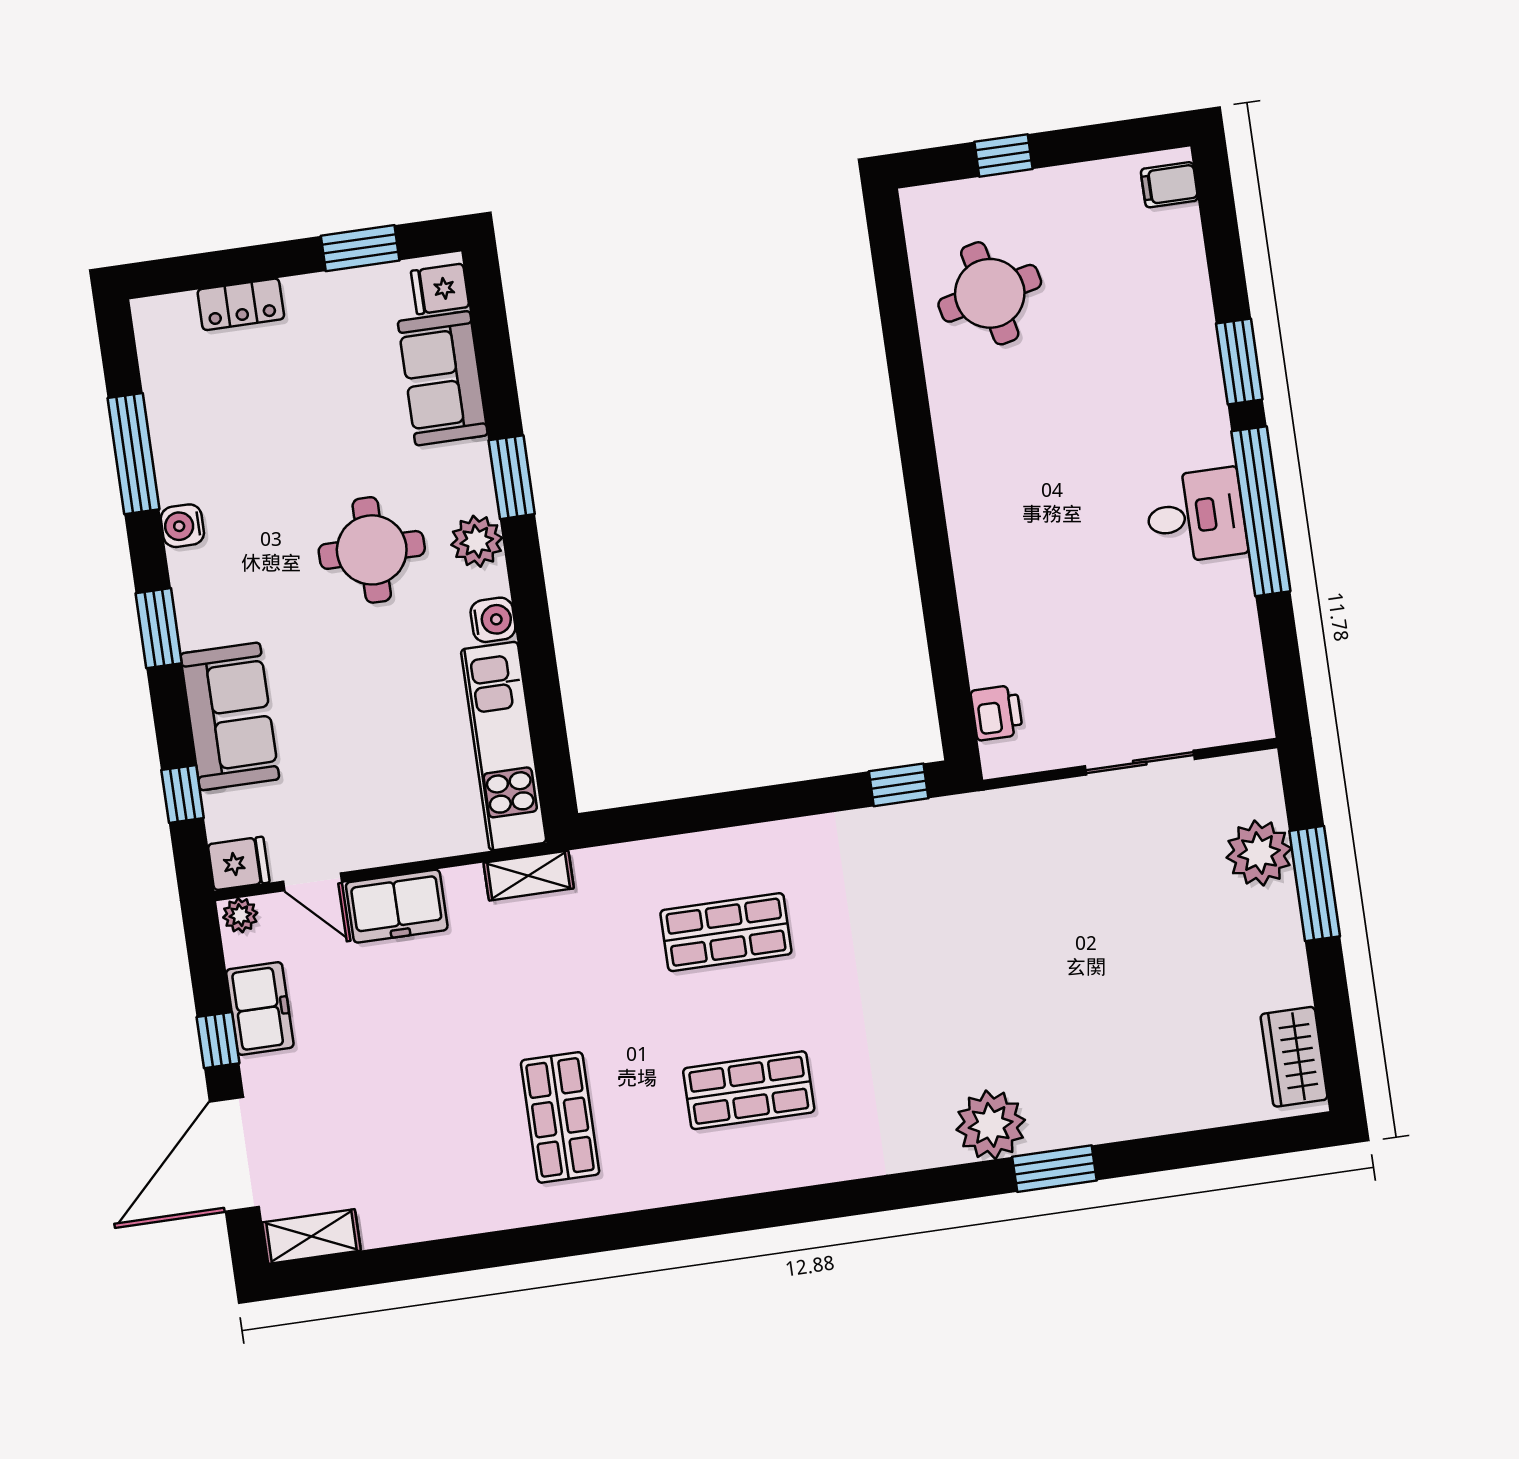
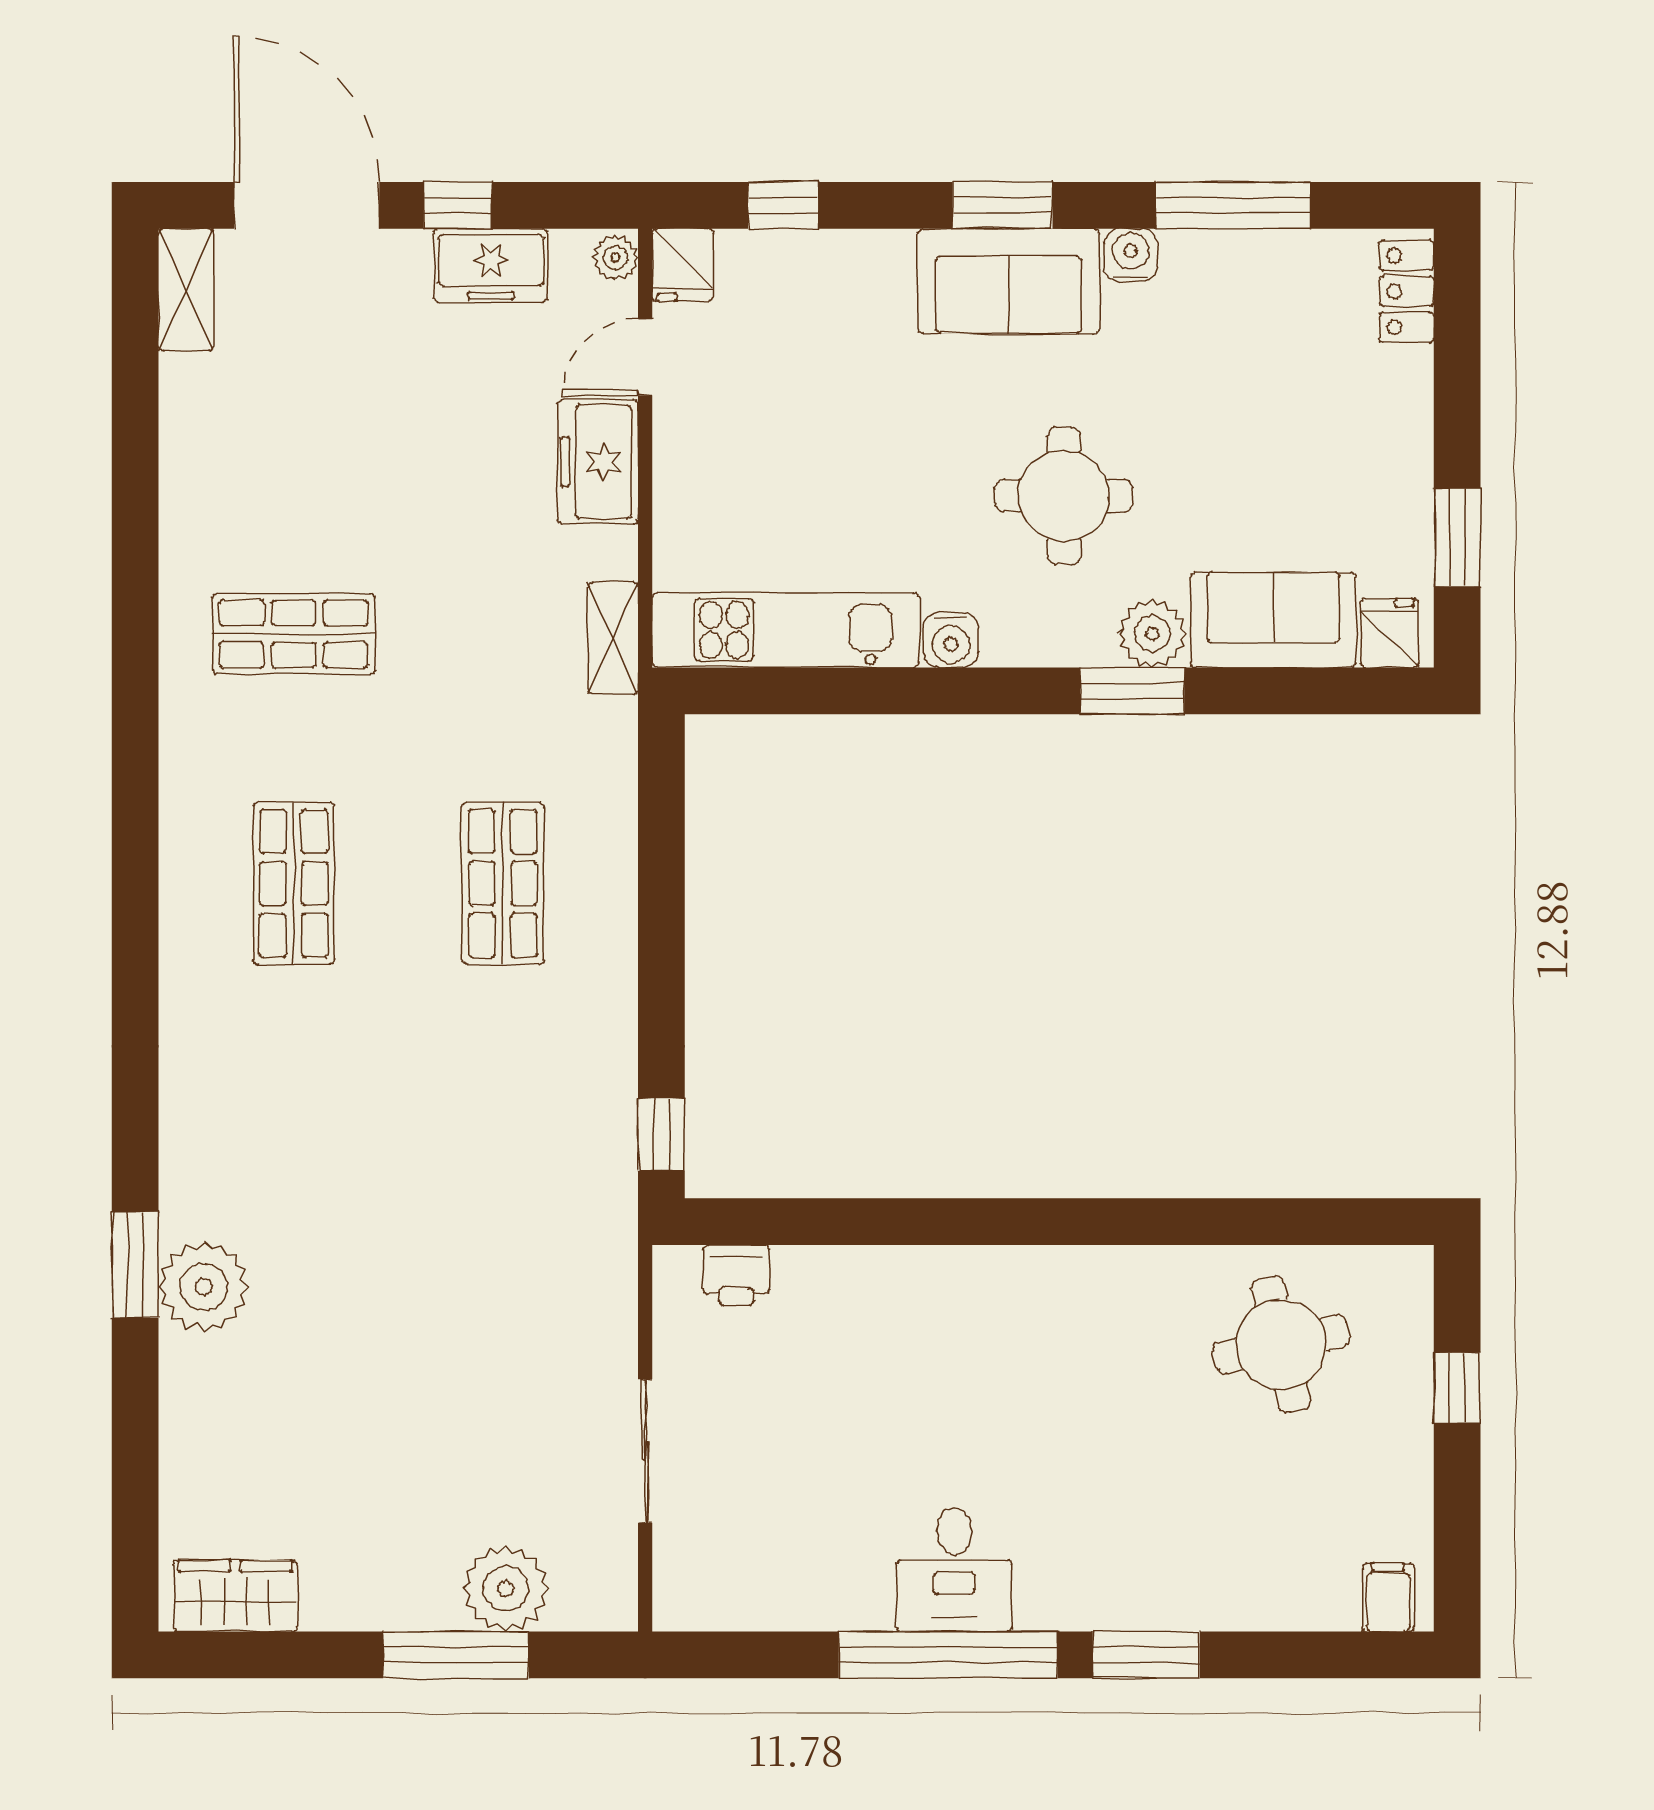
locker: (241, 304) -> (1407, 291), moved
plant: (477, 541) -> (1152, 634), moved
sofa: (230, 716) -> (1009, 281), moved
plant: (991, 1125) -> (204, 1287), moved

